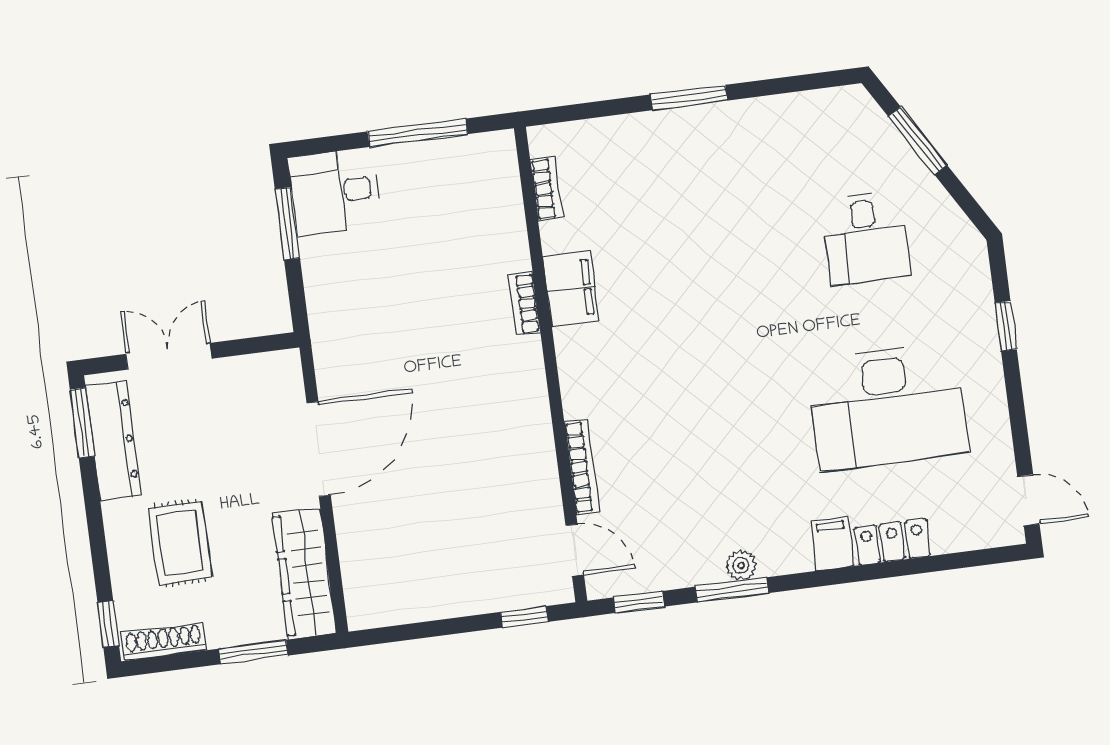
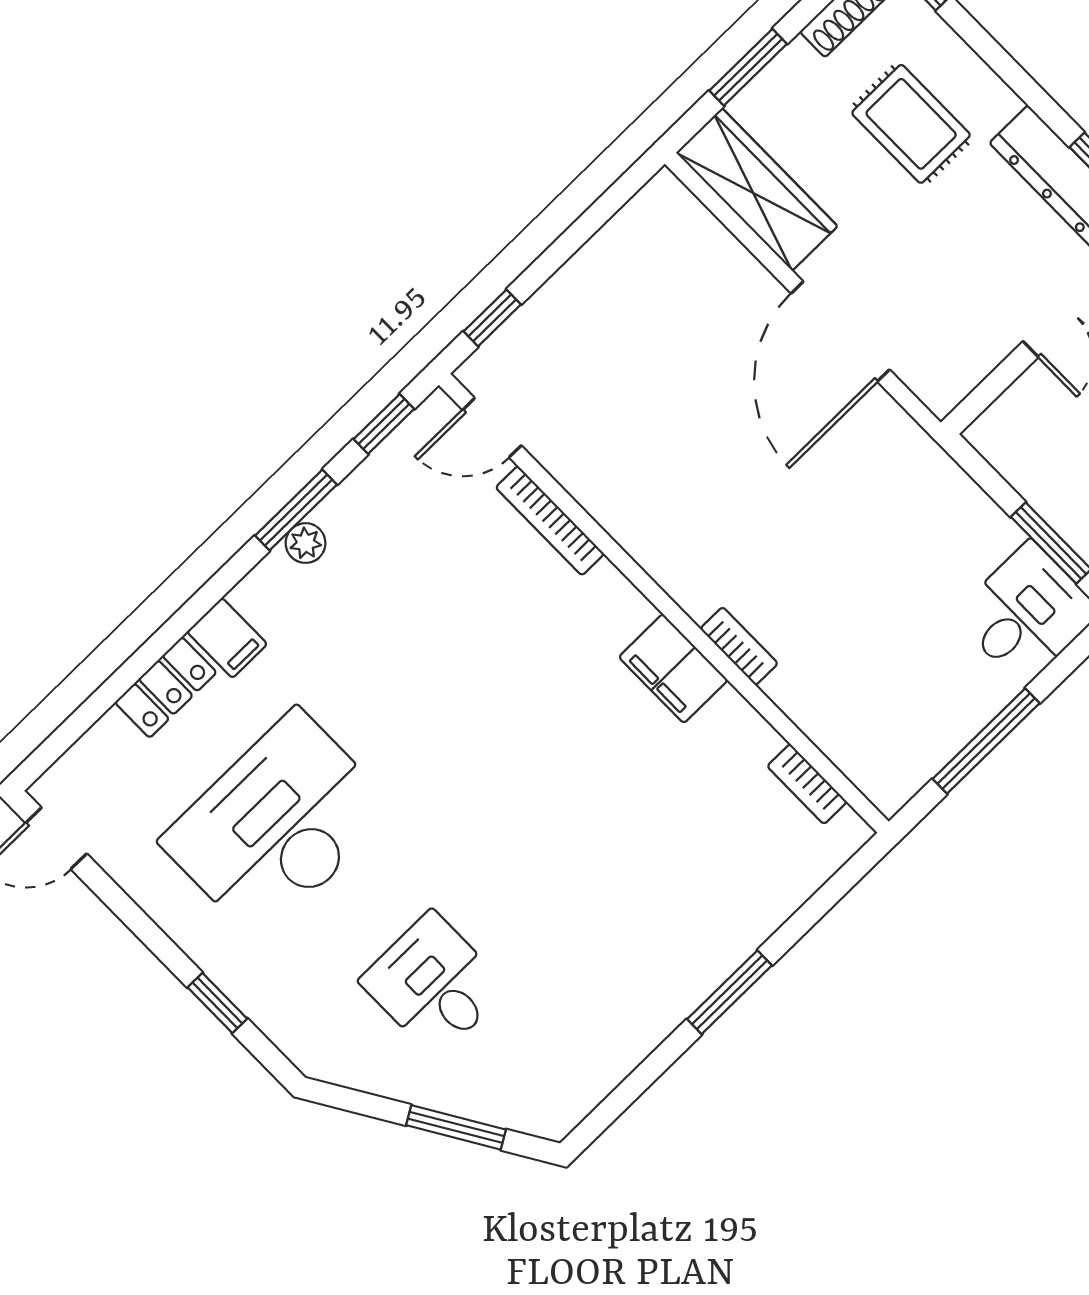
filing cabinet: (571, 289) -> (673, 668), moved

